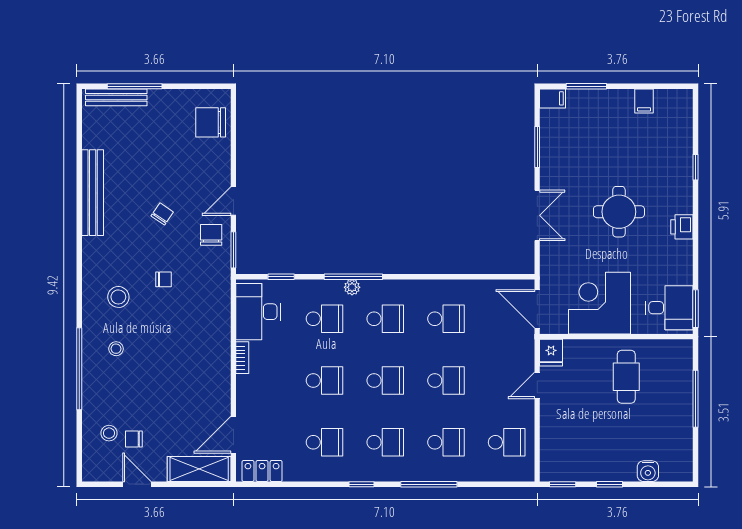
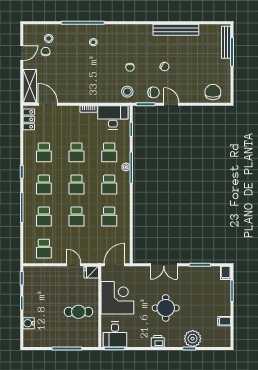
plant: (677, 161) -> (193, 339), added
stool: (118, 297) -> (127, 92), moved

